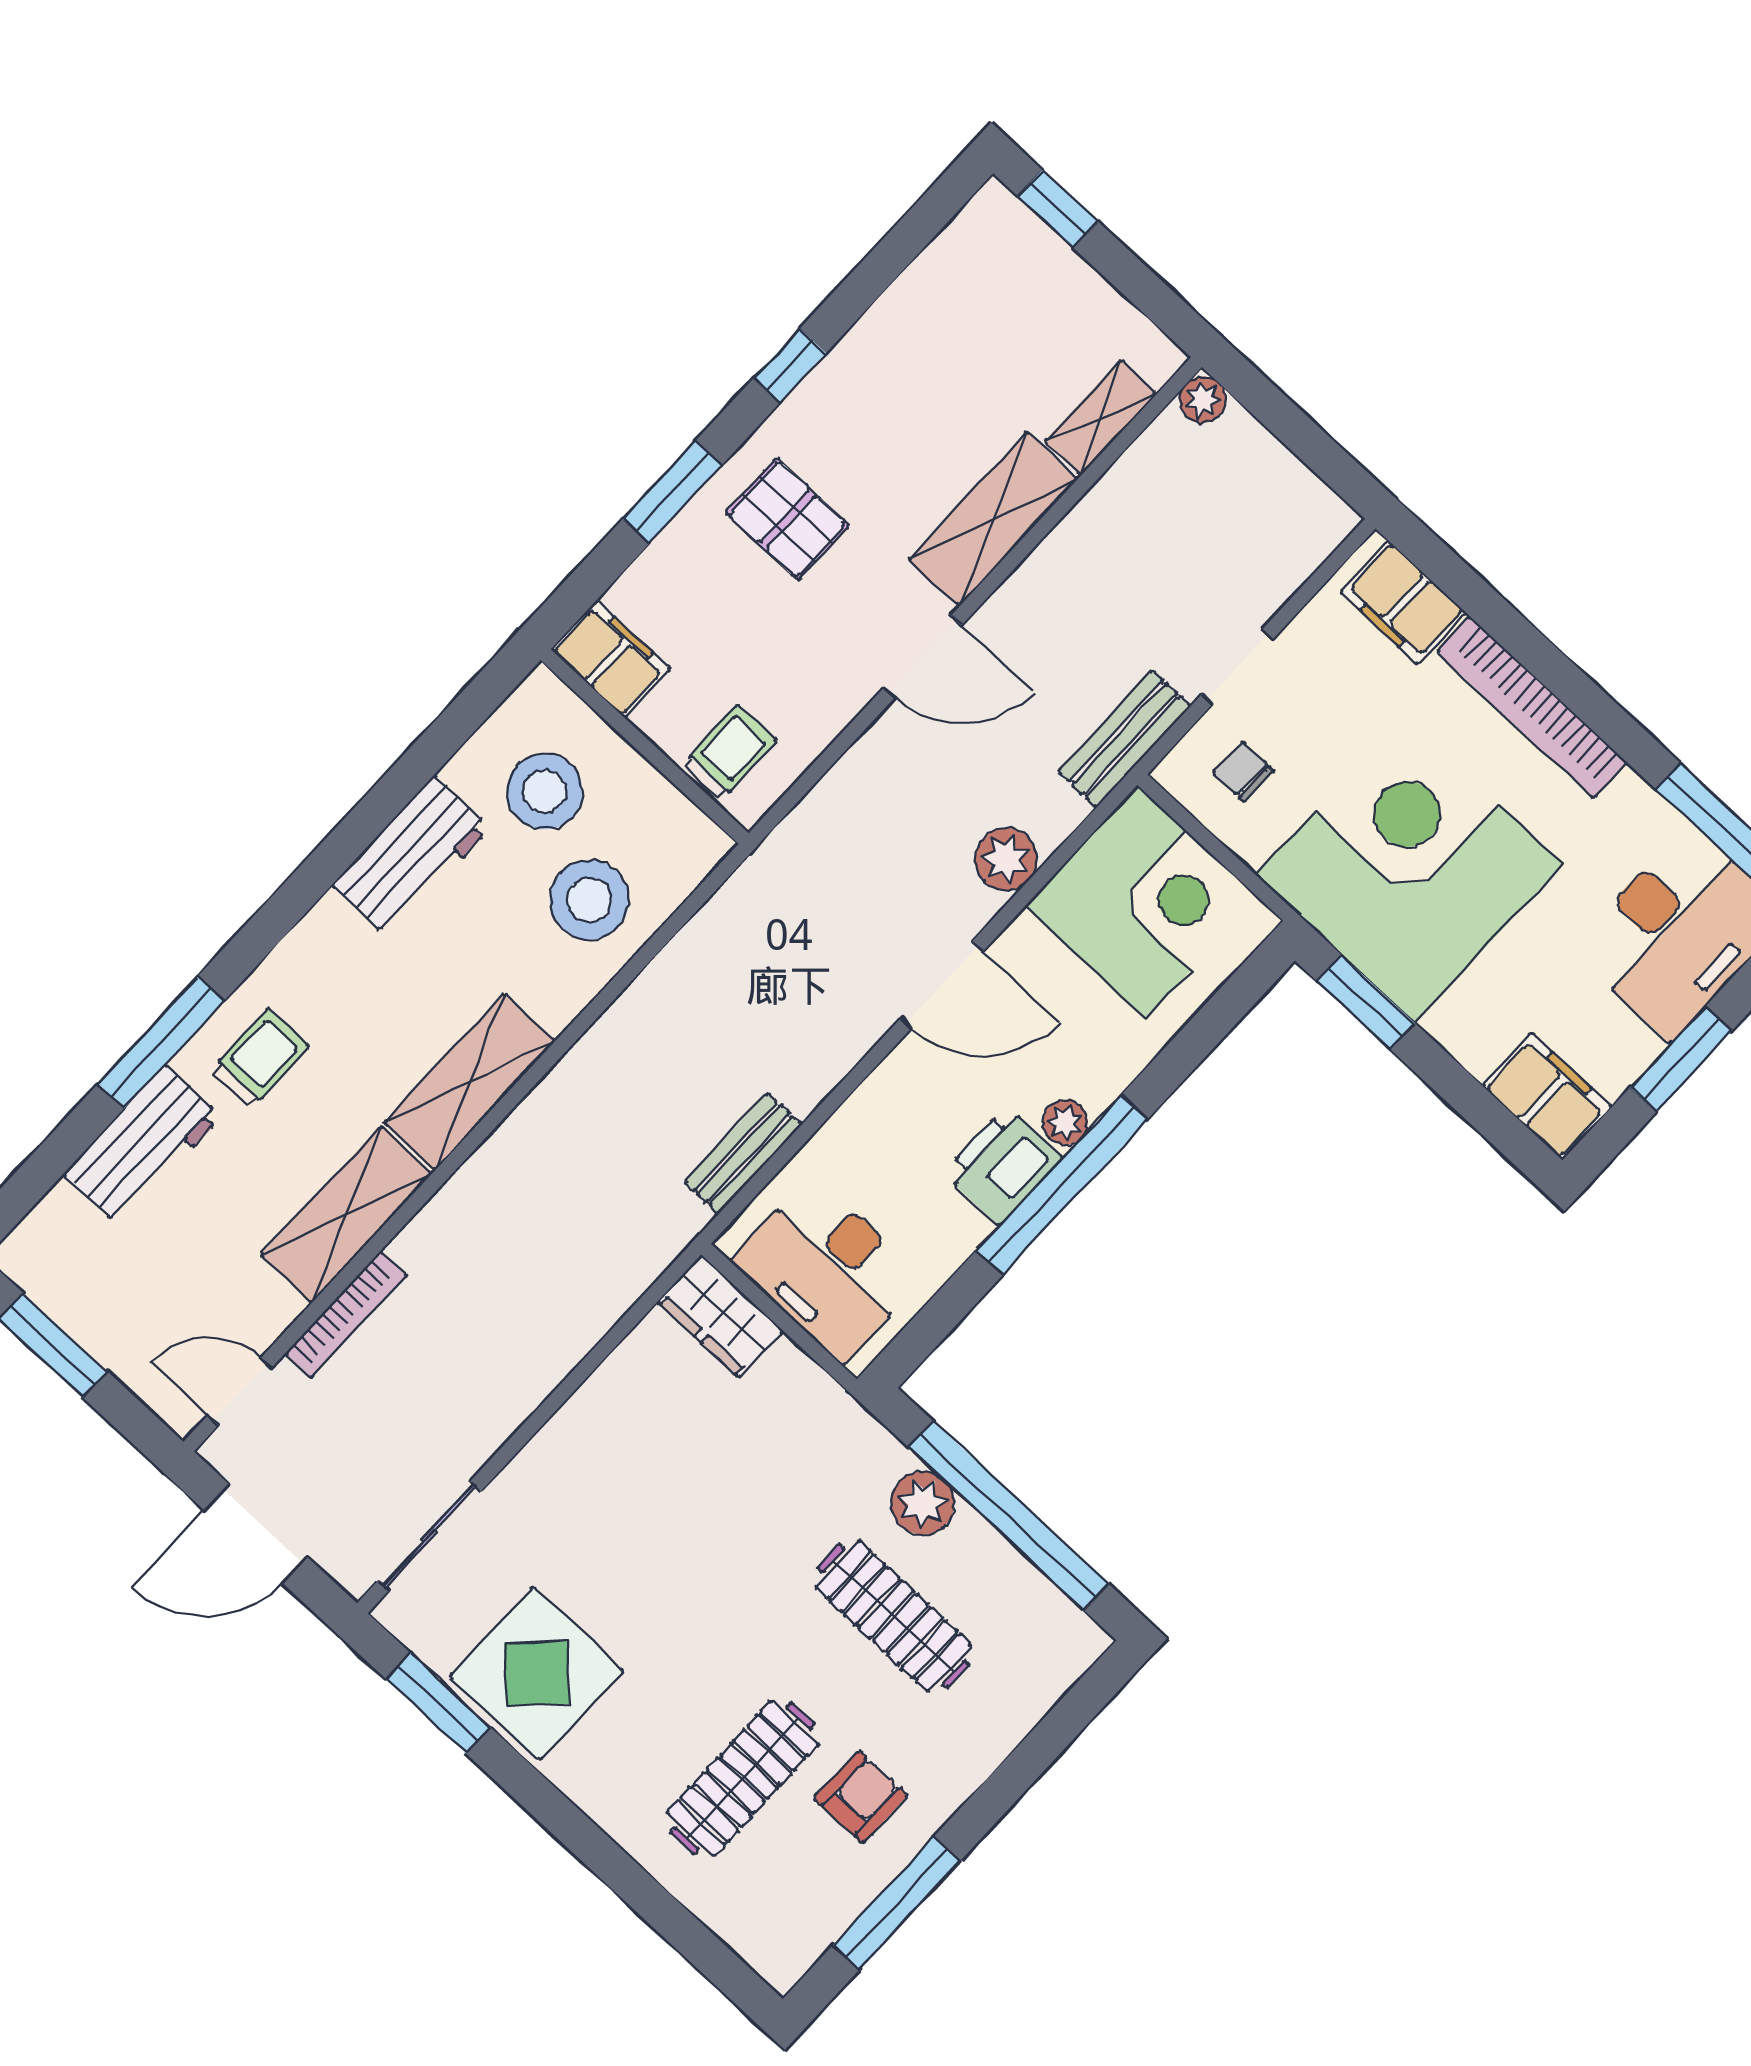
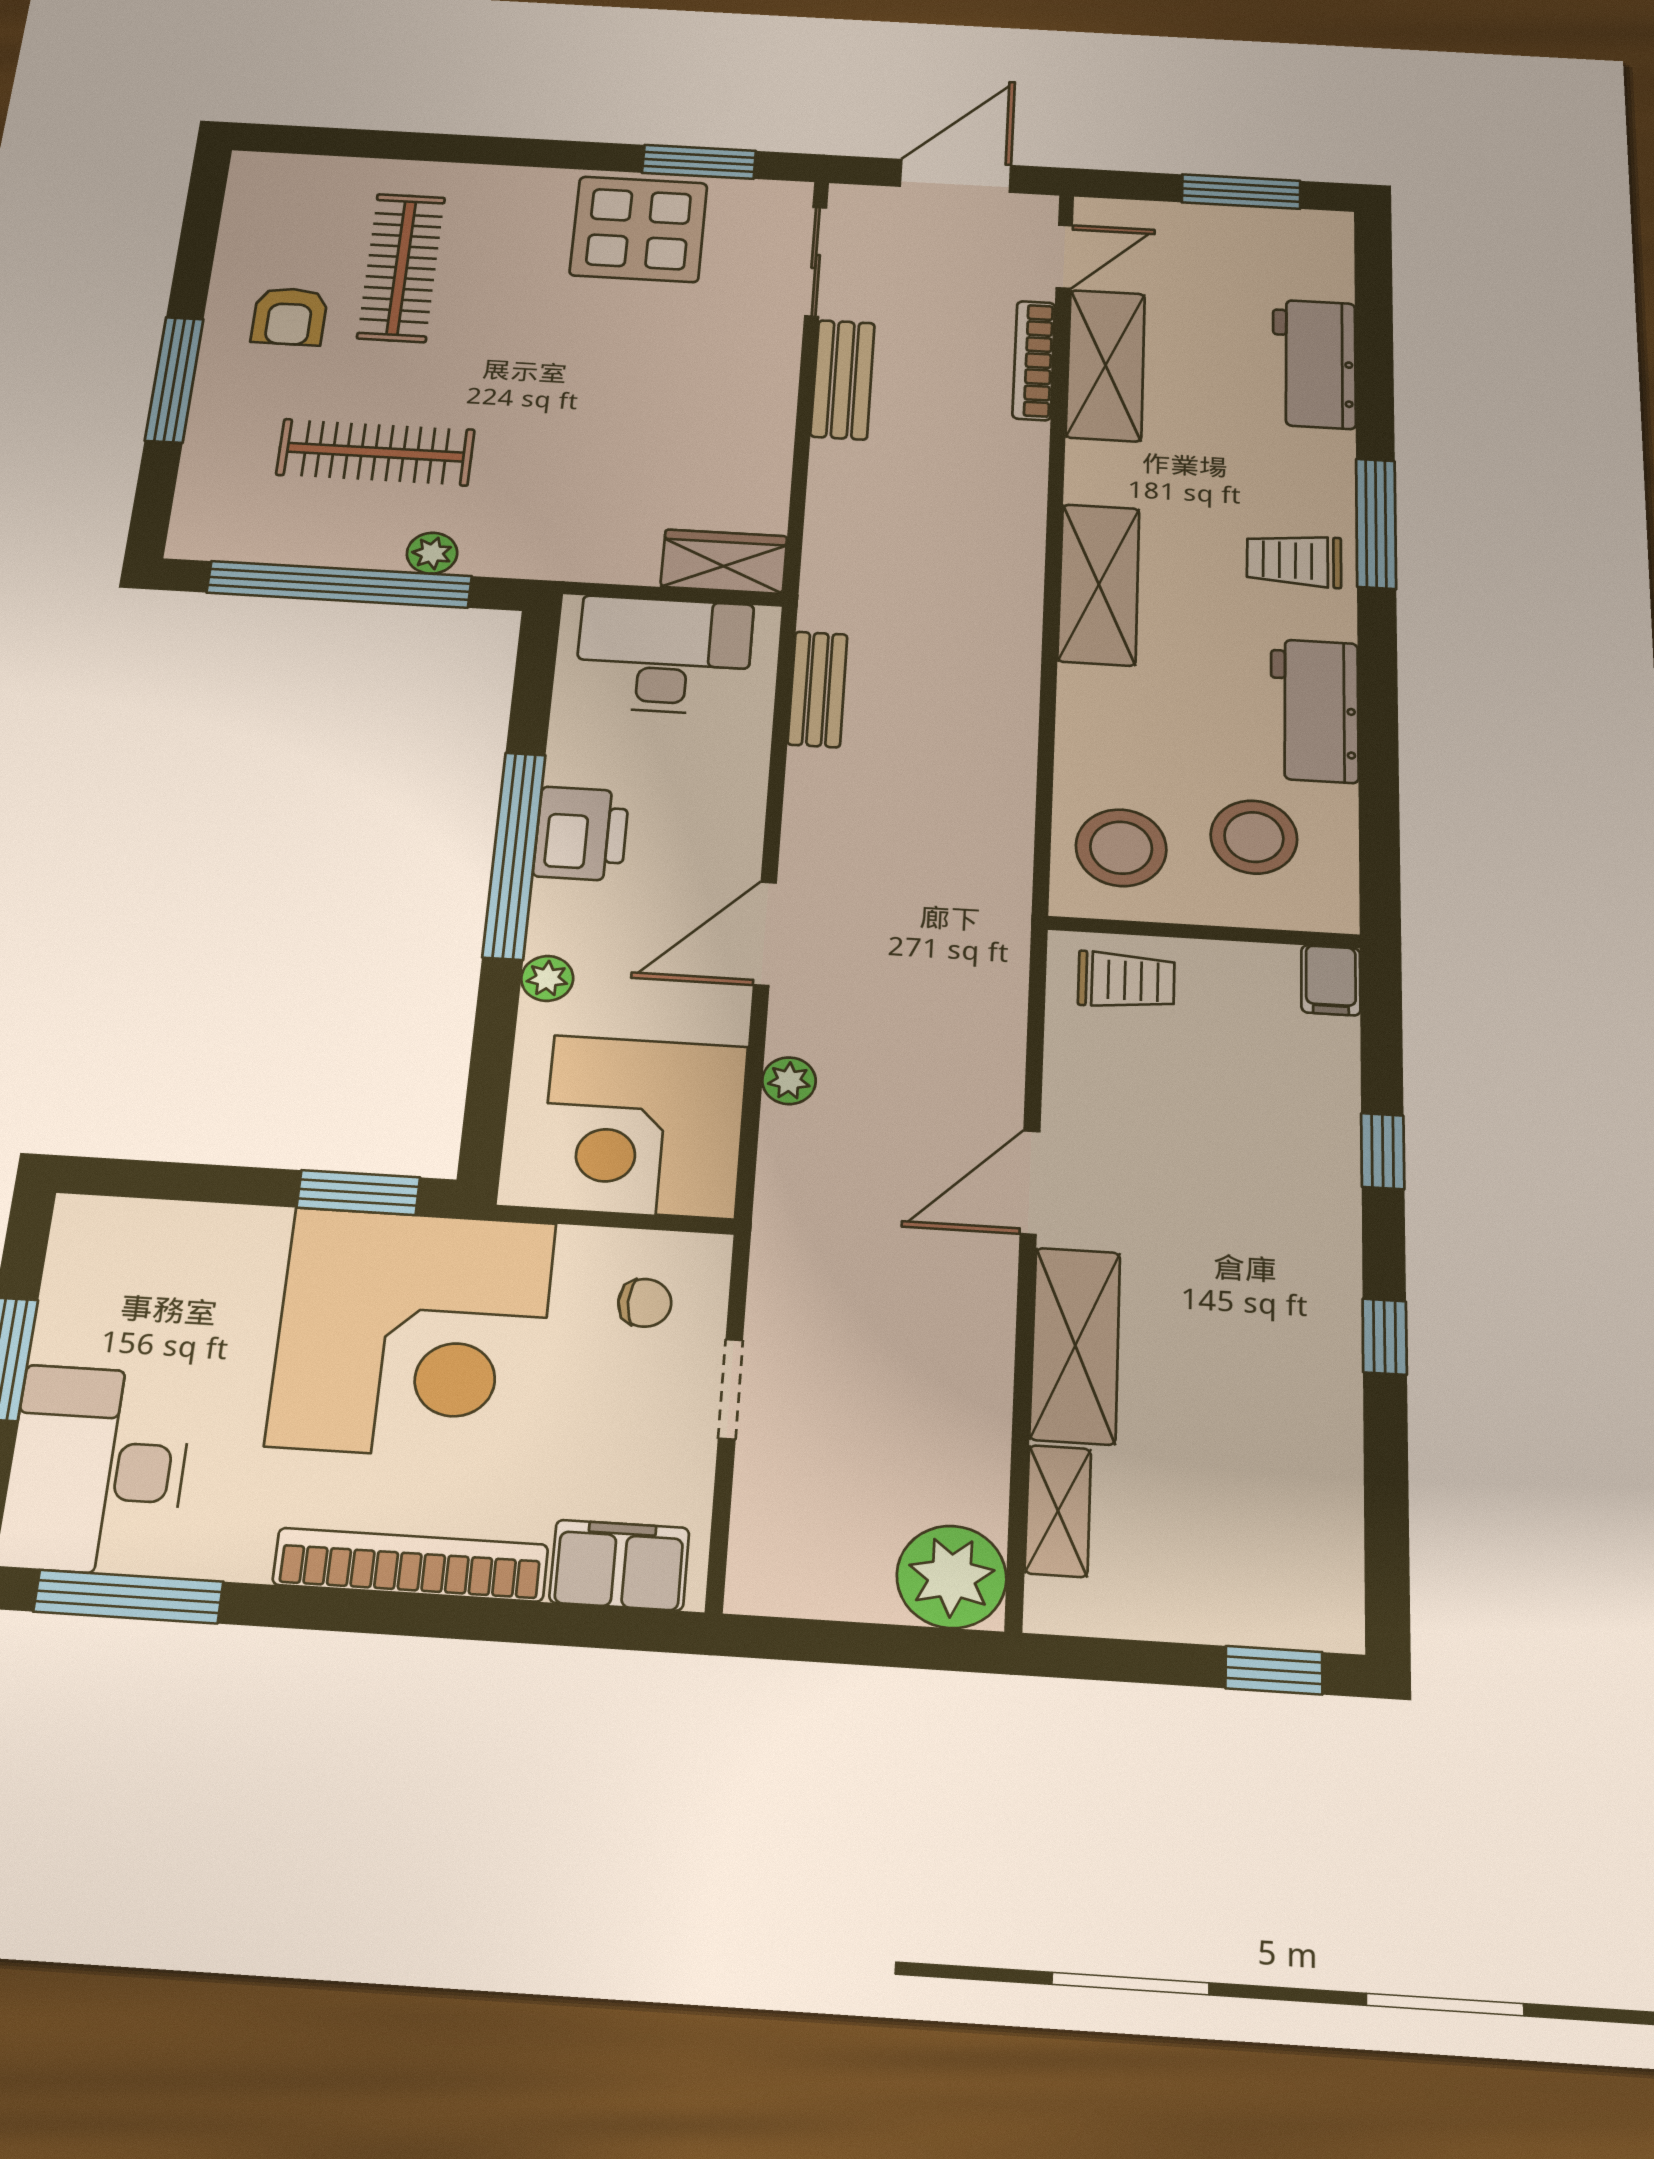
plant: (1203, 400) -> (952, 1577), width x1.87, depth x1.87
window: (672, 492) -> (1383, 1151), width x0.67
pallet: (787, 519) -> (1260, 1205), removed
filing cabinet: (610, 659) -> (1331, 980), width x0.50
bench: (1124, 739) -> (843, 380), moved
trolley: (729, 753) -> (1126, 980), turned -90
plant: (1006, 859) -> (789, 1081), width x0.73, depth x0.73
stool: (589, 900) -> (1121, 848), moved
window: (161, 1042) -> (1376, 523), moved
trolley: (260, 1058) -> (1294, 560), moved, turned 90
filing cabinet: (1547, 1096) -> (115, 1236), removed
plant: (1065, 1122) -> (547, 978), moved
shelving: (347, 1214) -> (1105, 365), moved
plant: (922, 1503) -> (432, 553), width x0.73, depth x0.73
window: (897, 1903) -> (174, 380), moved

